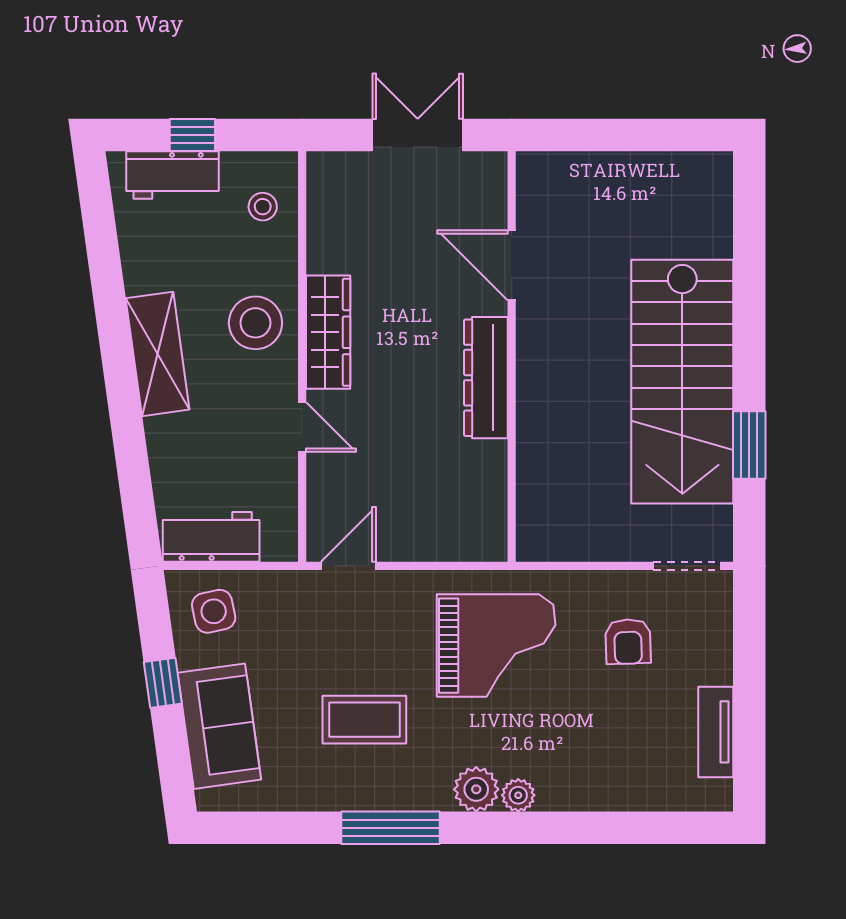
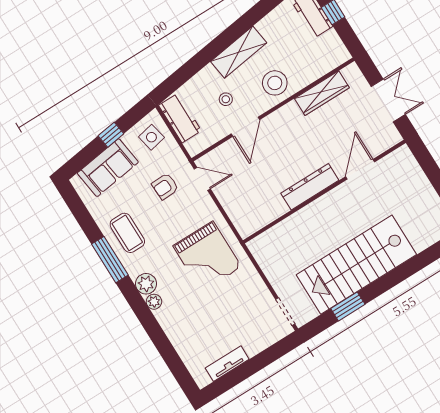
stool: (263, 207) -> (226, 99), moved
wardrobe: (328, 332) -> (322, 93), moved
door: (302, 427) -> (245, 127), width x1.38
armchair: (628, 642) -> (165, 186), moved
coffee table: (364, 720) -> (127, 233), moved

